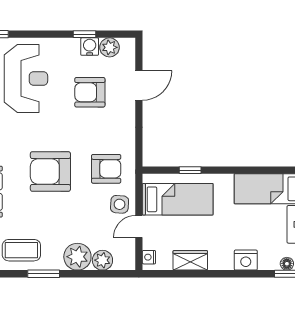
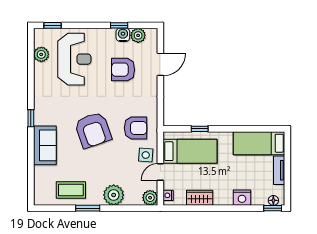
armchair: (50, 171) -> (93, 130), turned -109
plant: (102, 260) -> (150, 198), moved

